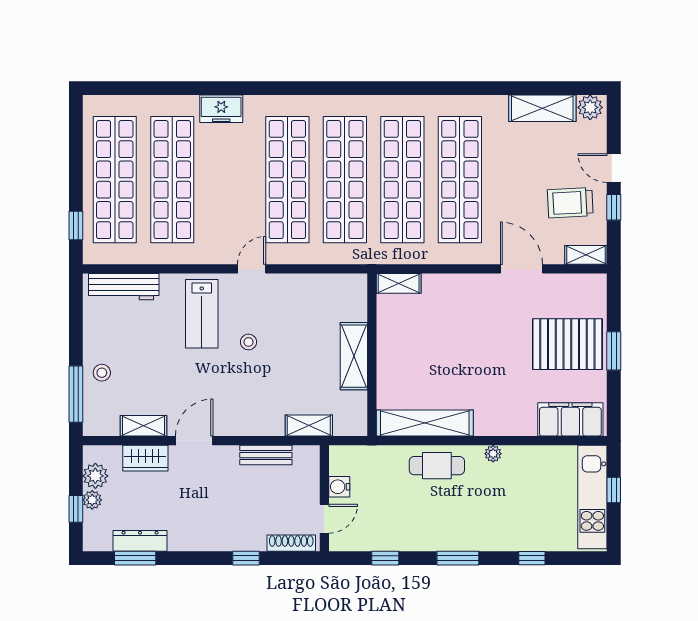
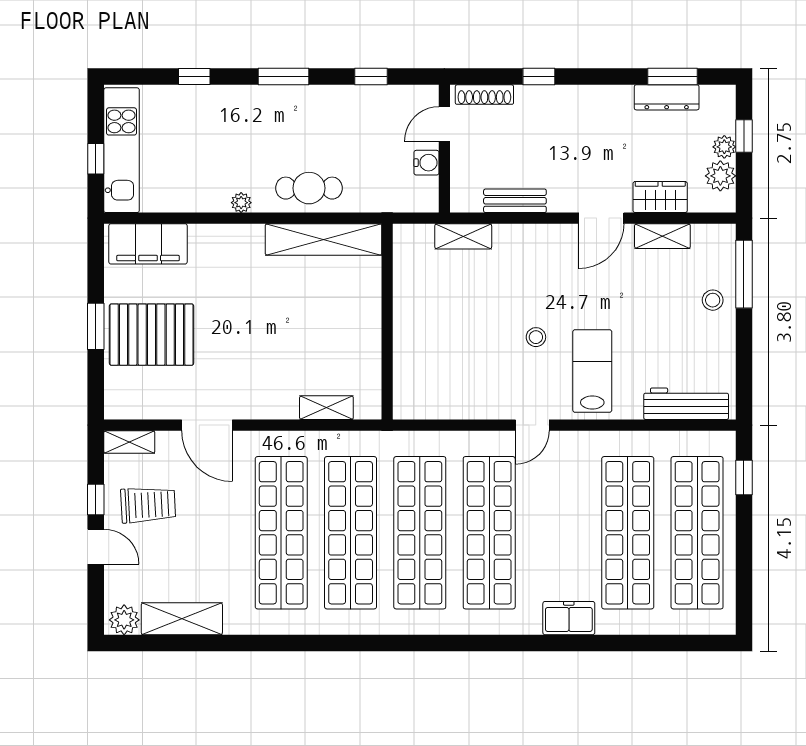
shelving: (399, 283) -> (326, 408), moved
shelving: (354, 356) -> (409, 320), removed

